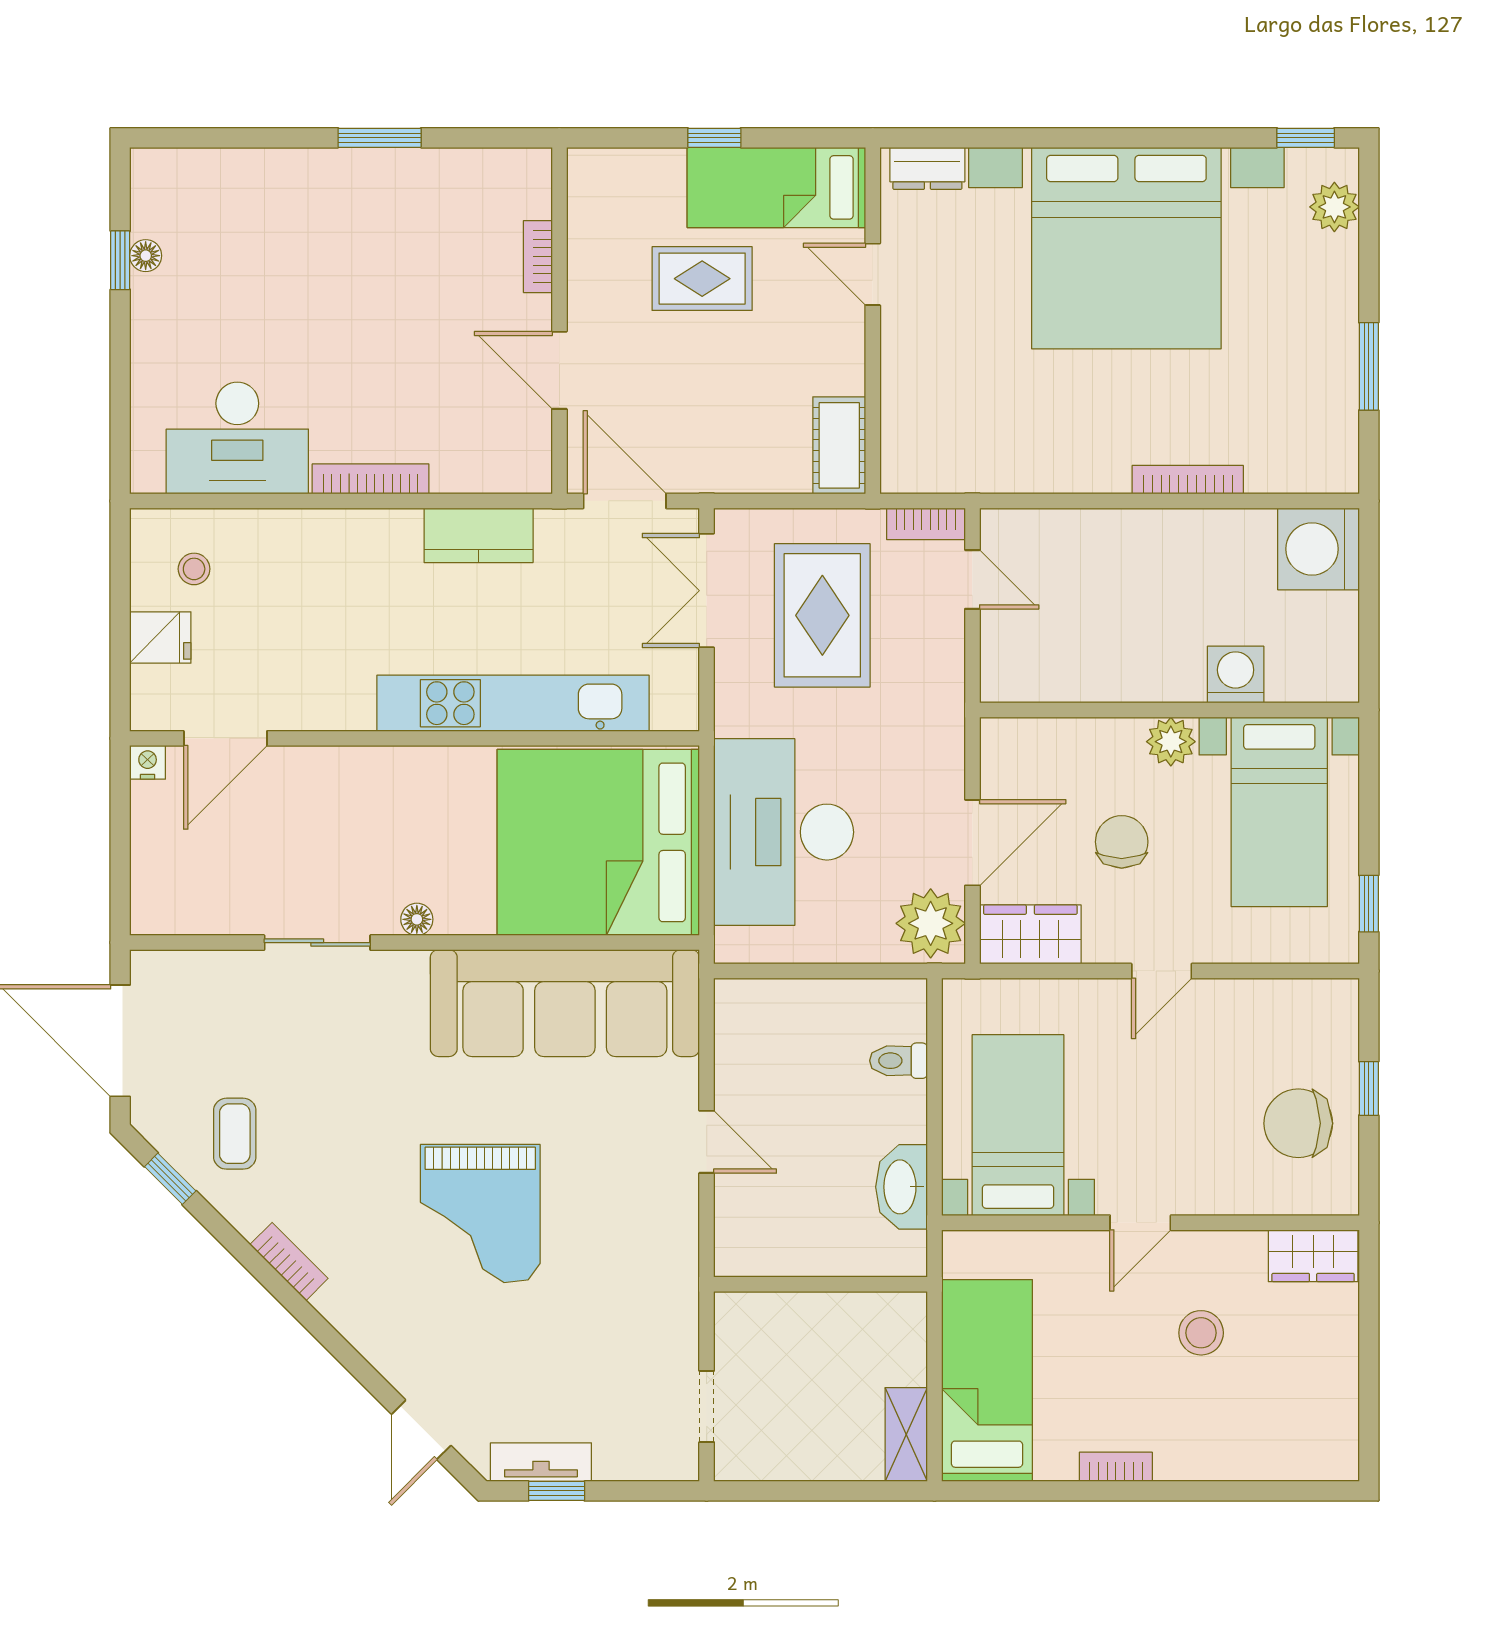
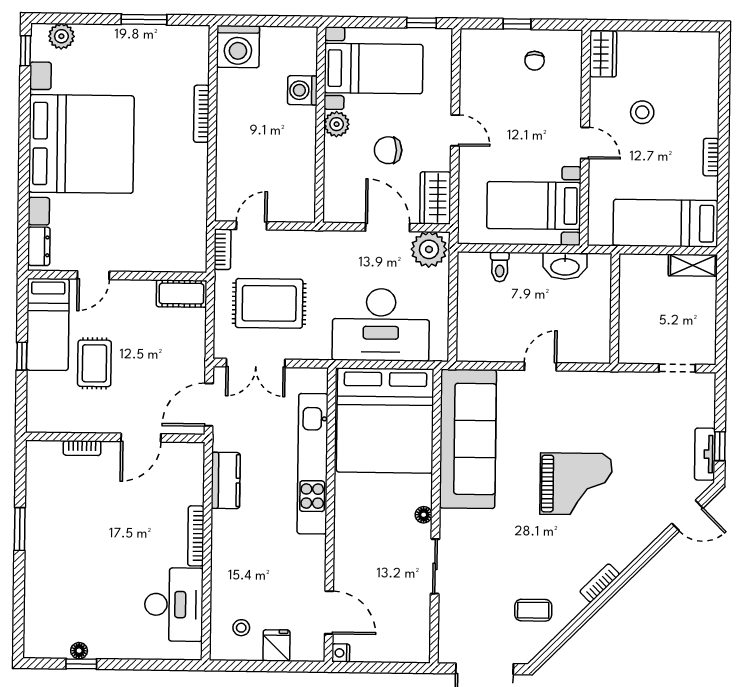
chair: (1298, 1123) -> (535, 61), width x0.54, depth x0.54
window: (170, 1179) -> (556, 644), removed

